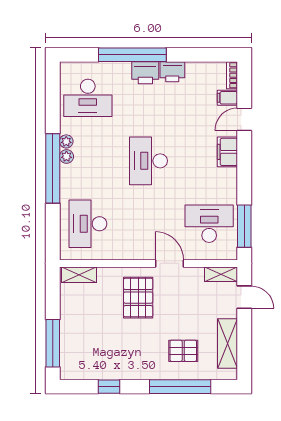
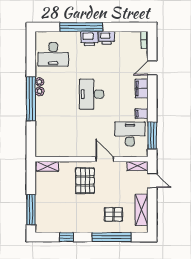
filing cabinet: (227, 98) -> (141, 114), moved
desk: (88, 224) -> (53, 134), removed

